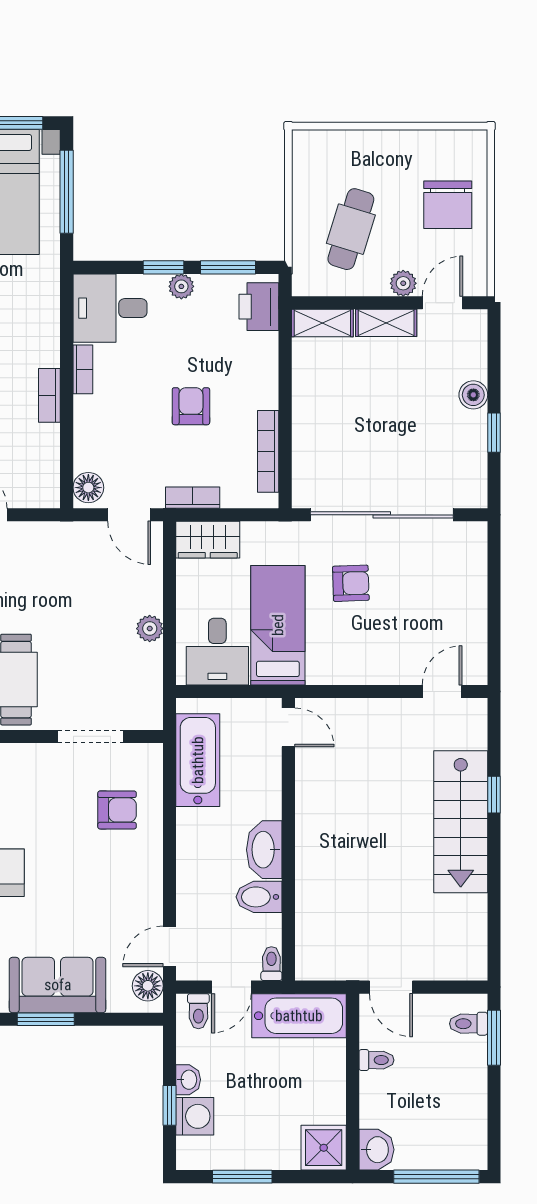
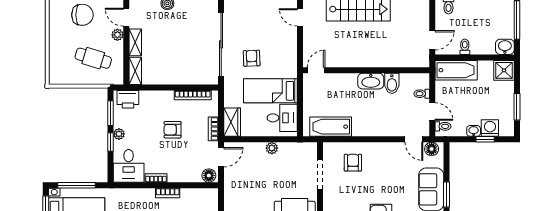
door: (288, 727) -> (316, 70), moved
wall: (288, 839) -> (366, 70), moved
washbasin: (264, 850) -> (371, 81), moved
bidet: (259, 897) -> (392, 83), moved
bathtub: (299, 1016) -> (456, 70), moved, turned 90

